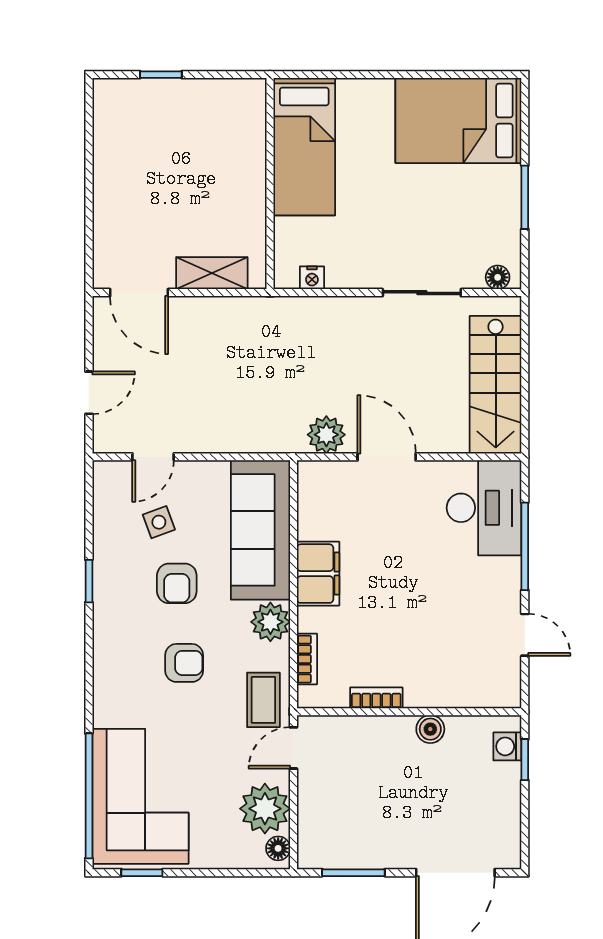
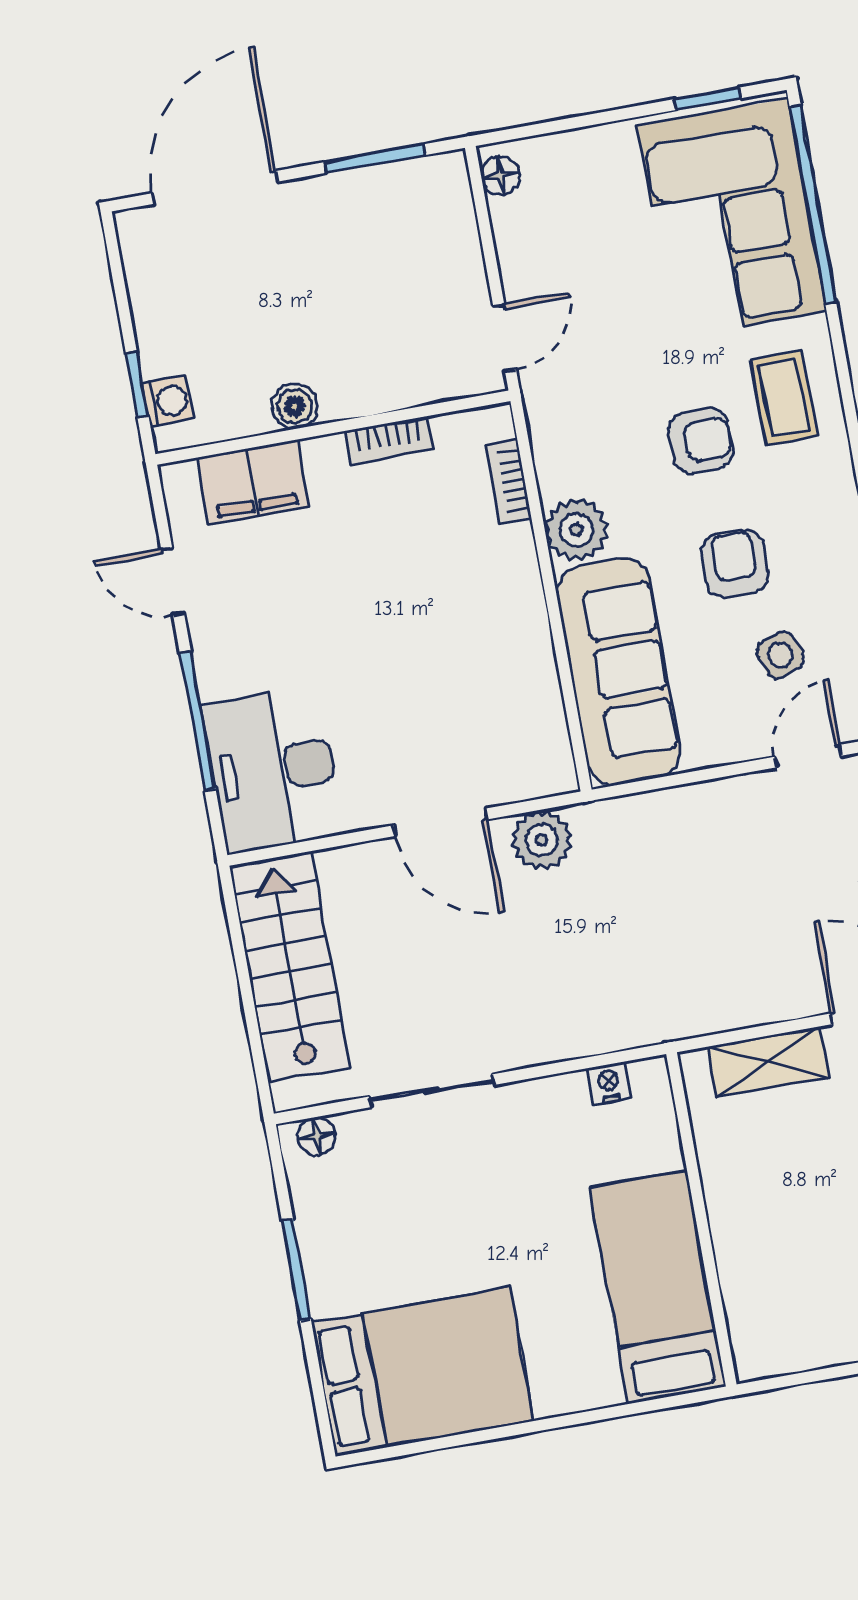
filing cabinet: (318, 574) -> (253, 482), moved, turned -90
armchair: (184, 663) -> (701, 441), turned 180
coffee table: (263, 700) -> (784, 398), moved
plant: (265, 809) -> (532, 234), removed

